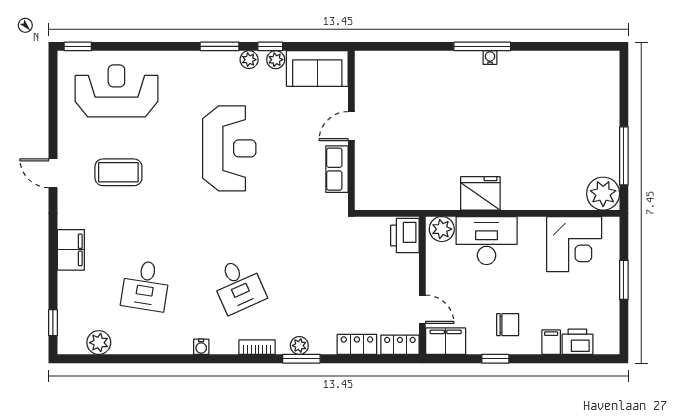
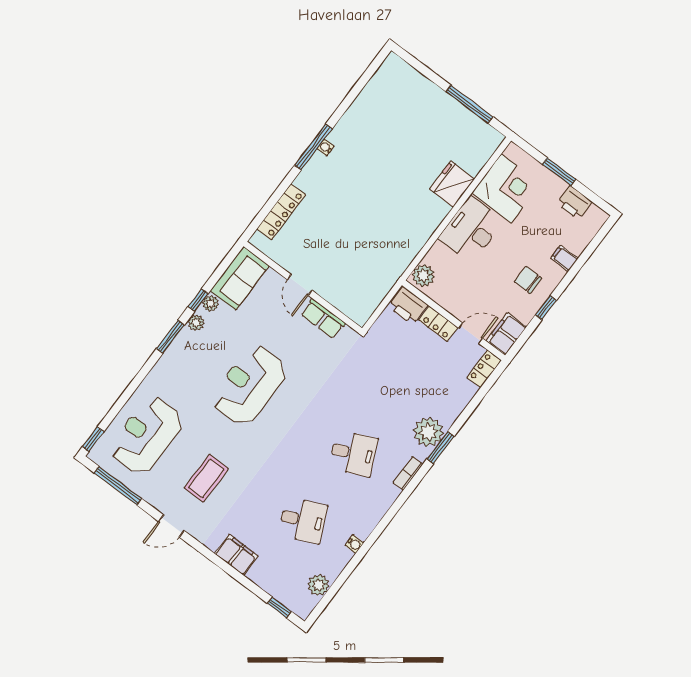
locker: (404, 61) -> (281, 212), added
window: (53, 99) -> (118, 486), added
reception desk: (229, 148) -> (249, 385), turned -90
fridge: (480, 193) -> (452, 184), moved
plant: (603, 194) -> (485, 140), removed
desk: (487, 241) -> (471, 229), moved
desk: (146, 286) -> (303, 520), turned -33
chair: (508, 325) -> (528, 280), turned -90
printer: (577, 342) -> (574, 203), moved, turned -90
locker: (357, 344) -> (438, 324), moved, turned -90
plant: (299, 346) -> (428, 432), width x1.88, depth x1.88
water cooler: (201, 347) -> (354, 544), moved

